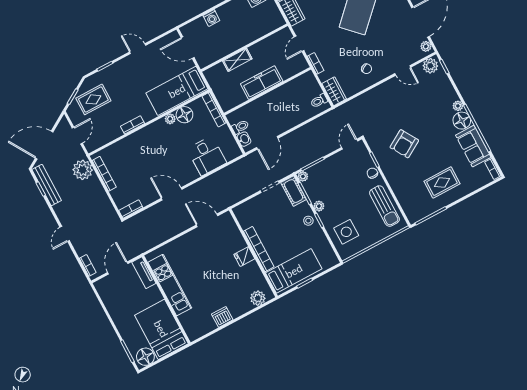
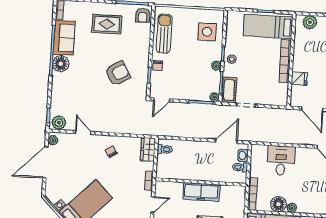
plant: (458, 106) -> (57, 77), removed
armchair: (414, 211) -> (143, 15), added
fridge: (244, 257) -> (299, 79), moved

